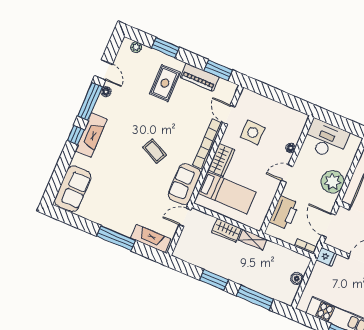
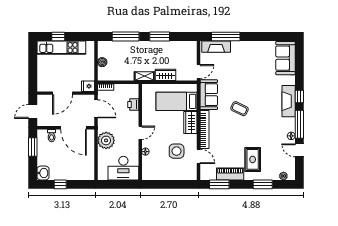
printer: (284, 213) -> (133, 104), width x0.53, depth x0.68
window: (116, 238) -> (226, 36), moved

